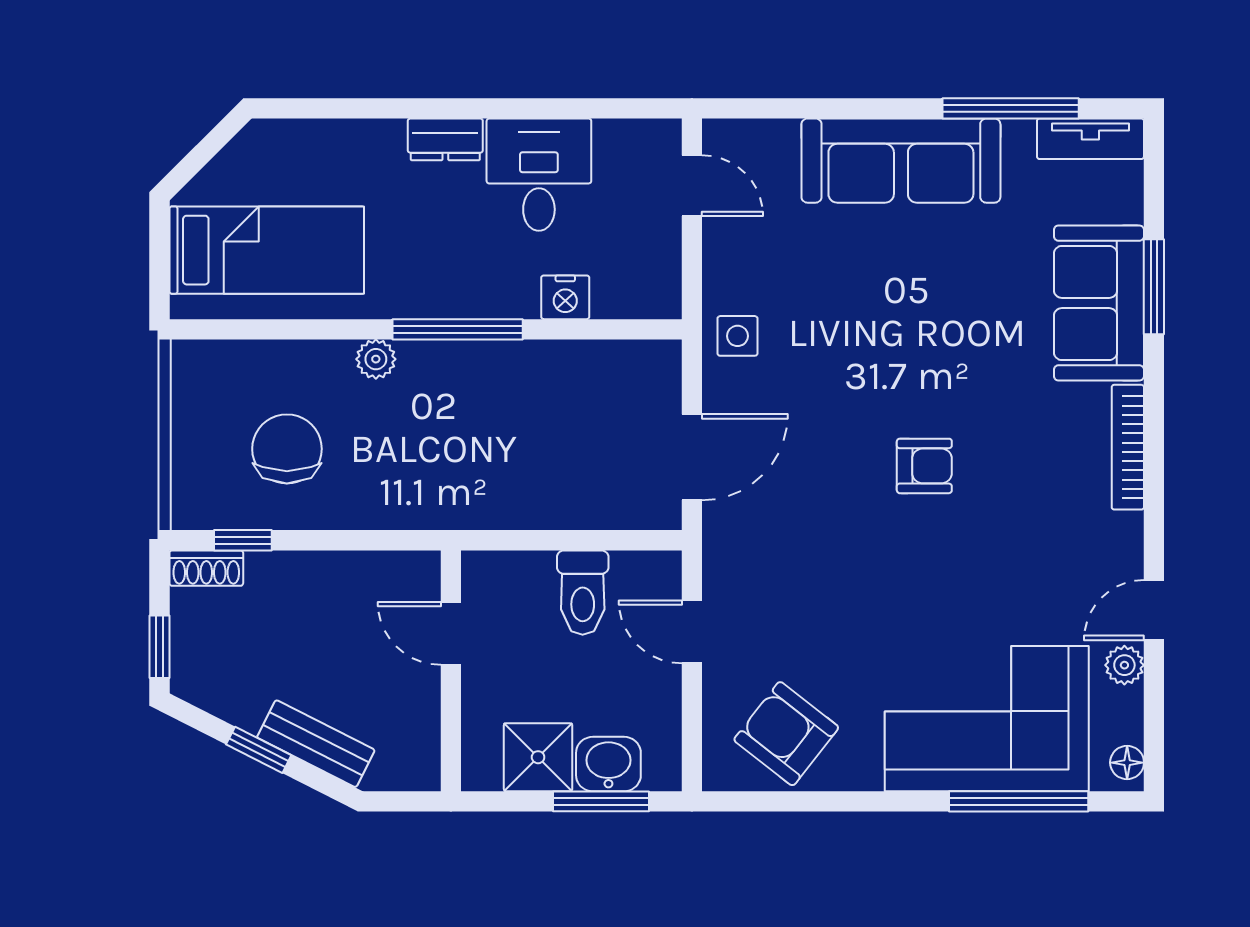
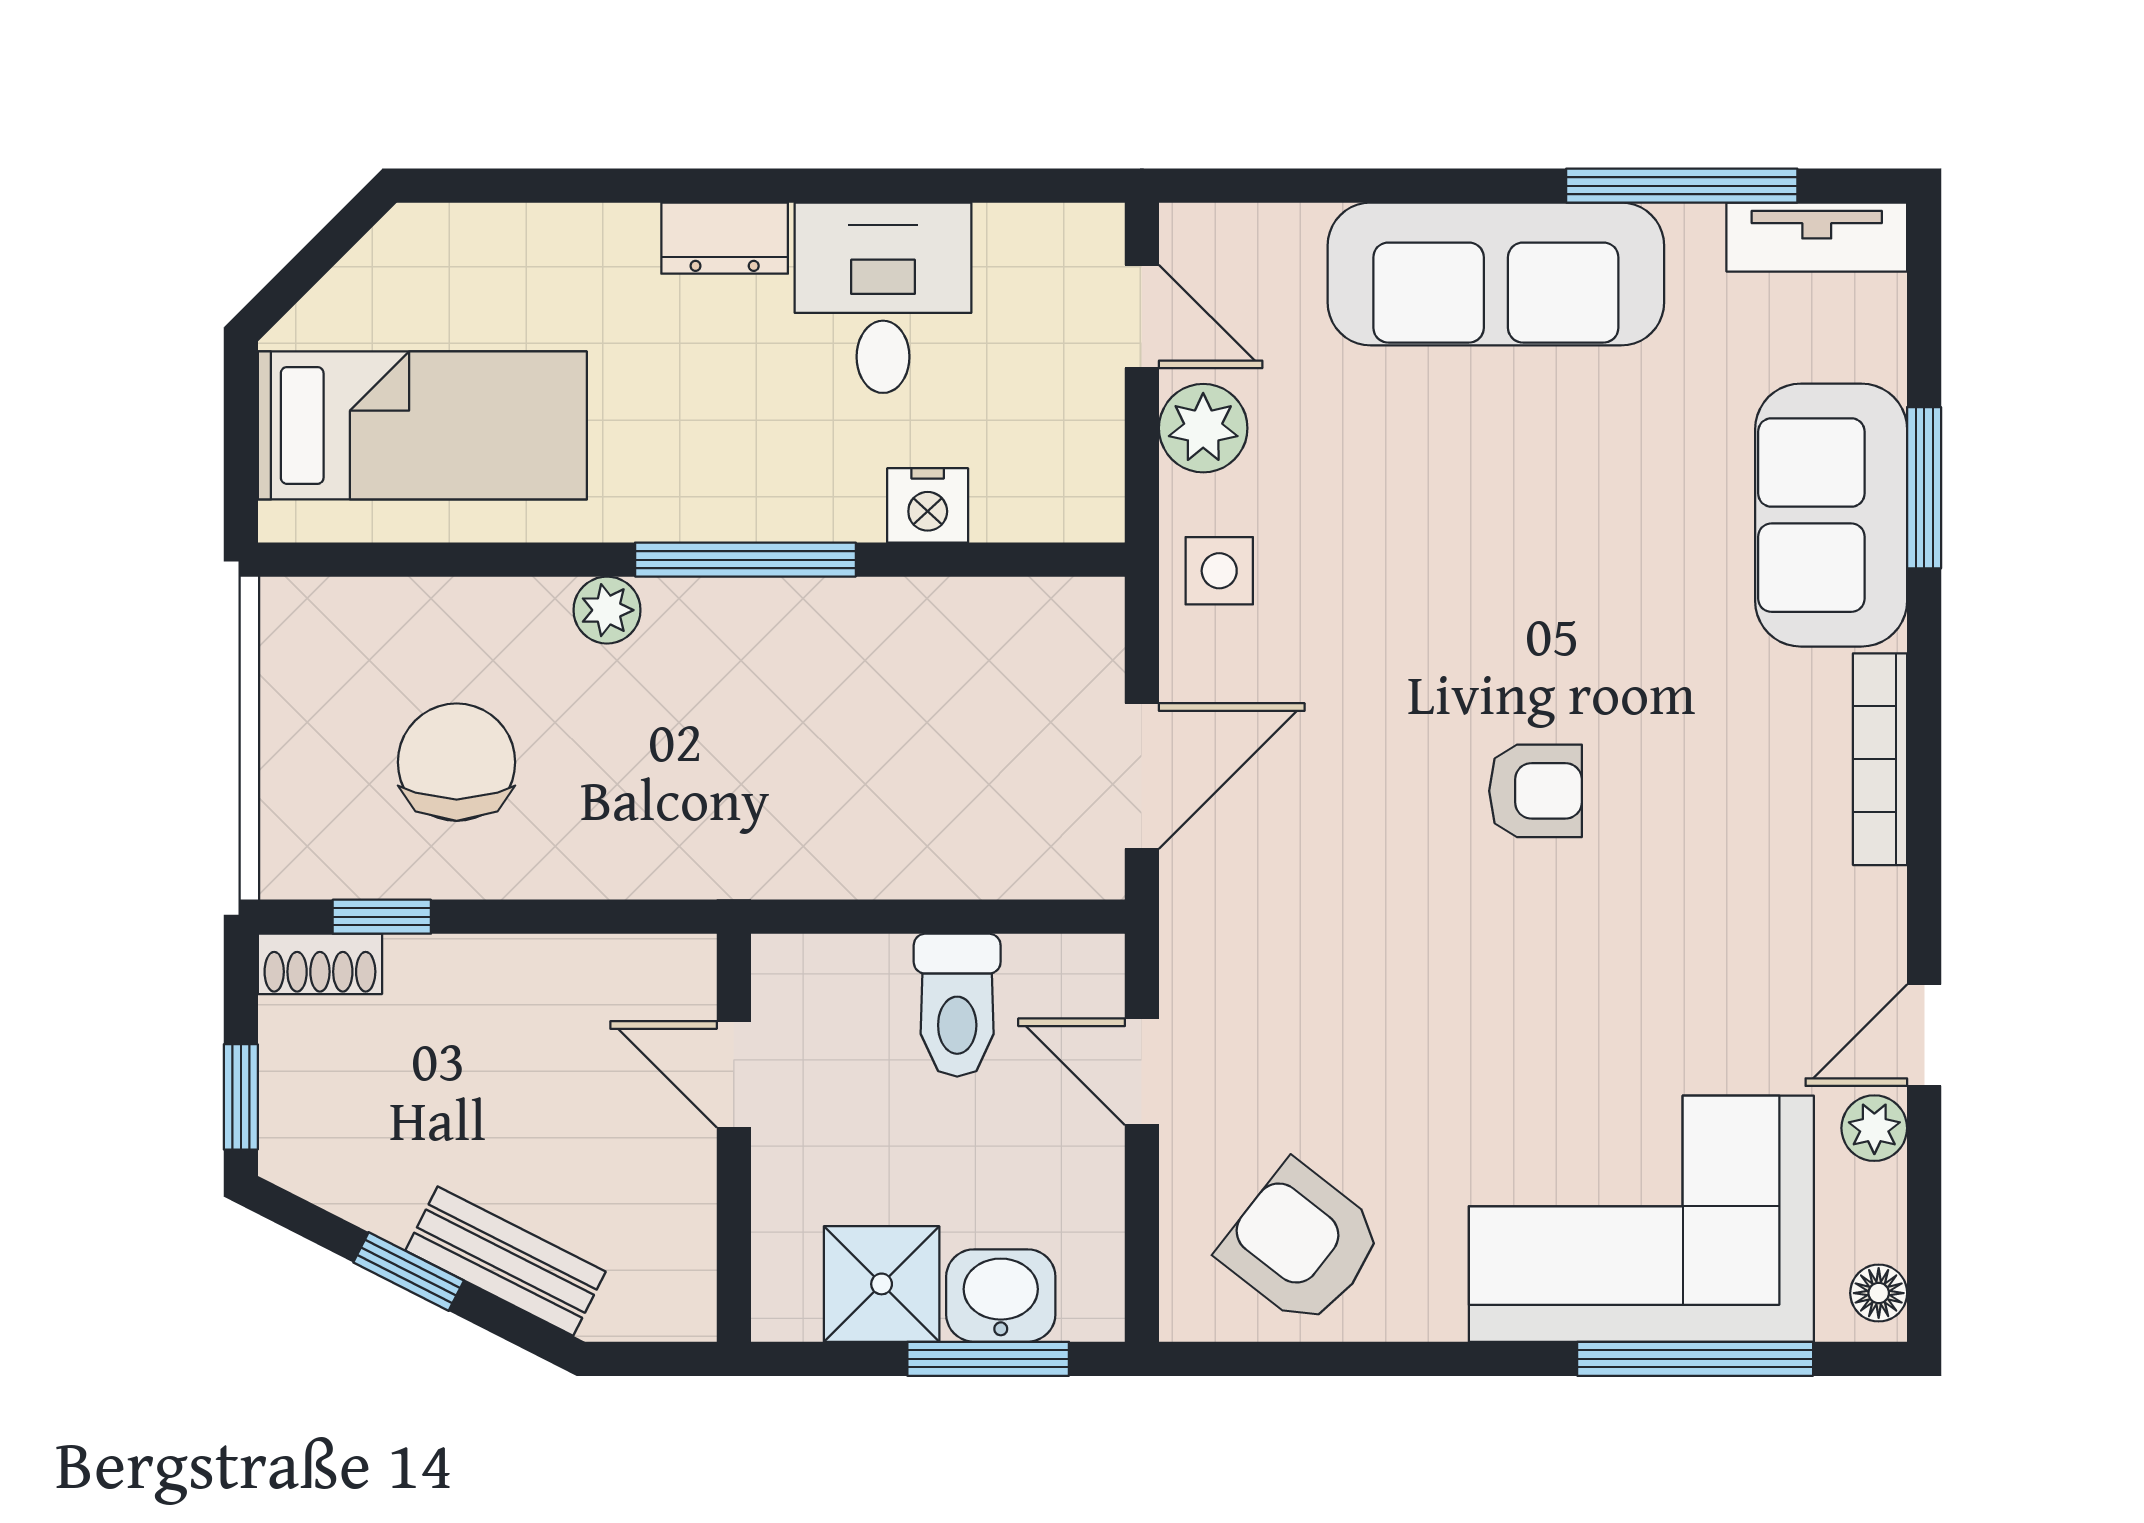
plant: (728, 252) -> (1203, 428), added

